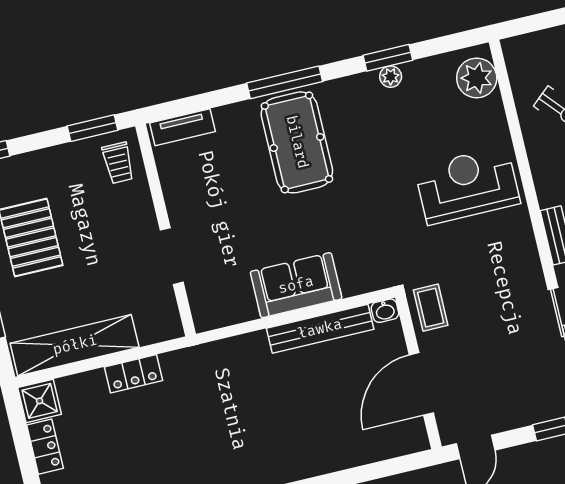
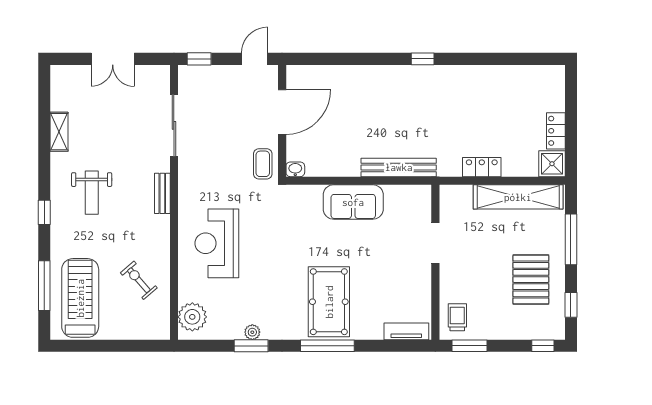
reception desk: (467, 185) -> (217, 243), turned 90
bench: (320, 329) -> (399, 167), moved

